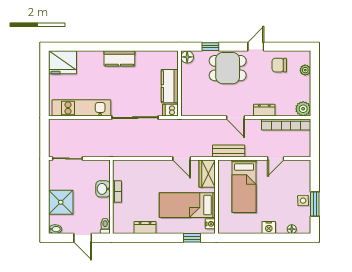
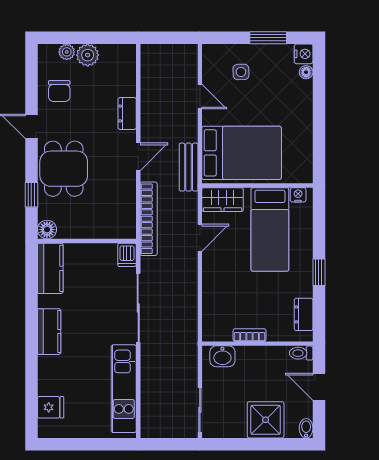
fridge: (63, 62) -> (51, 407), width x0.53, depth x0.75
kitchen counter: (170, 86) -> (50, 268), moved, turned -90
plant: (303, 109) -> (88, 55), moved
bookcase: (286, 125) -> (149, 219), moved
bed: (244, 186) -> (242, 153), width x1.50
washbasin: (103, 189) -> (222, 356), moved
side table: (303, 201) -> (241, 72), moved
dresser: (145, 227) -> (304, 314), moved
nightstand: (269, 227) -> (304, 54), moved
door: (83, 238) -> (319, 387), swing flipped
window: (192, 238) -> (319, 272), moved

